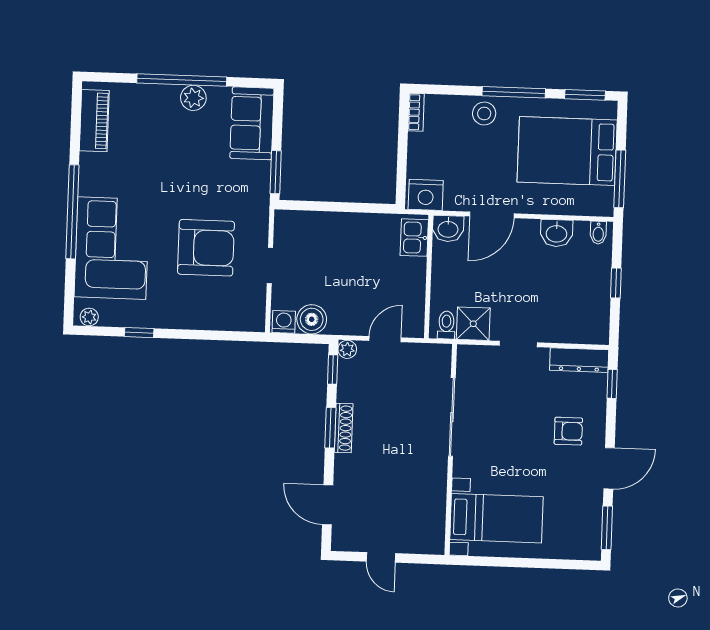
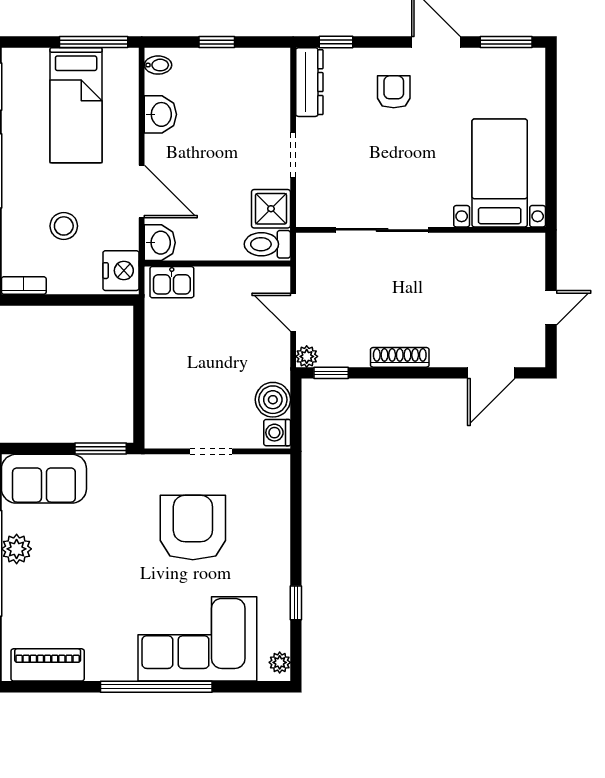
stool: (484, 113) -> (64, 226), moved
bed: (567, 151) -> (76, 105), width x0.67
toilet: (446, 325) -> (267, 244), width x1.37, depth x1.39
window: (330, 428) -> (400, 373), removed

